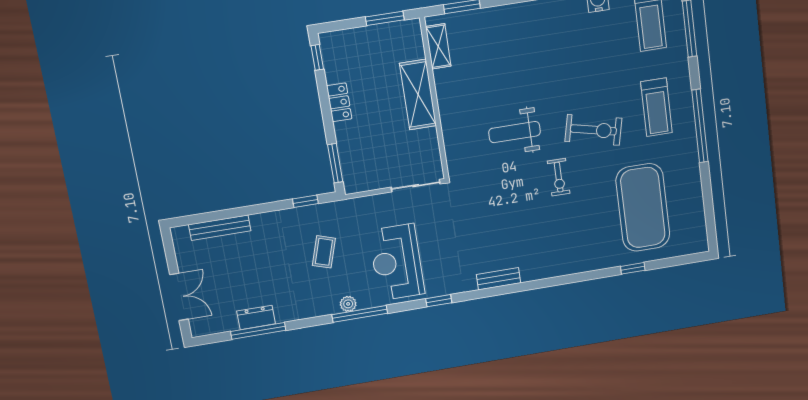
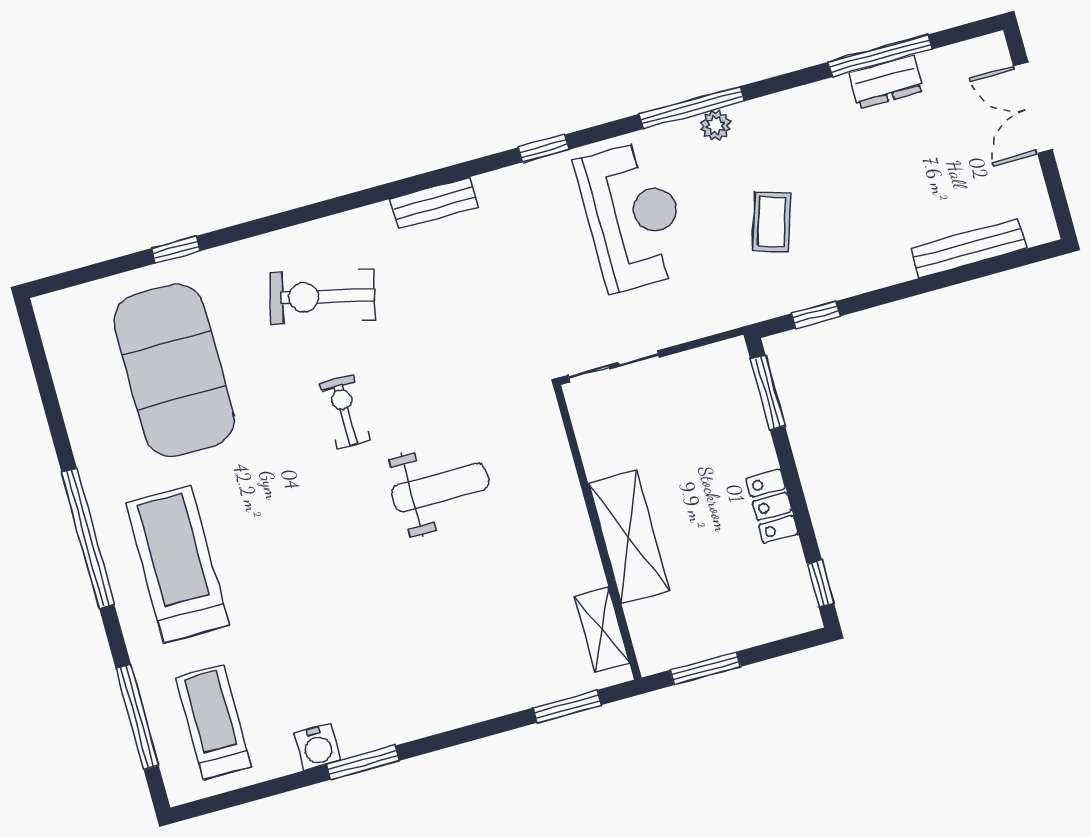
treadmill: (656, 107) -> (177, 564), width x1.37, depth x1.38
exercise bike: (593, 130) -> (323, 297), moved

